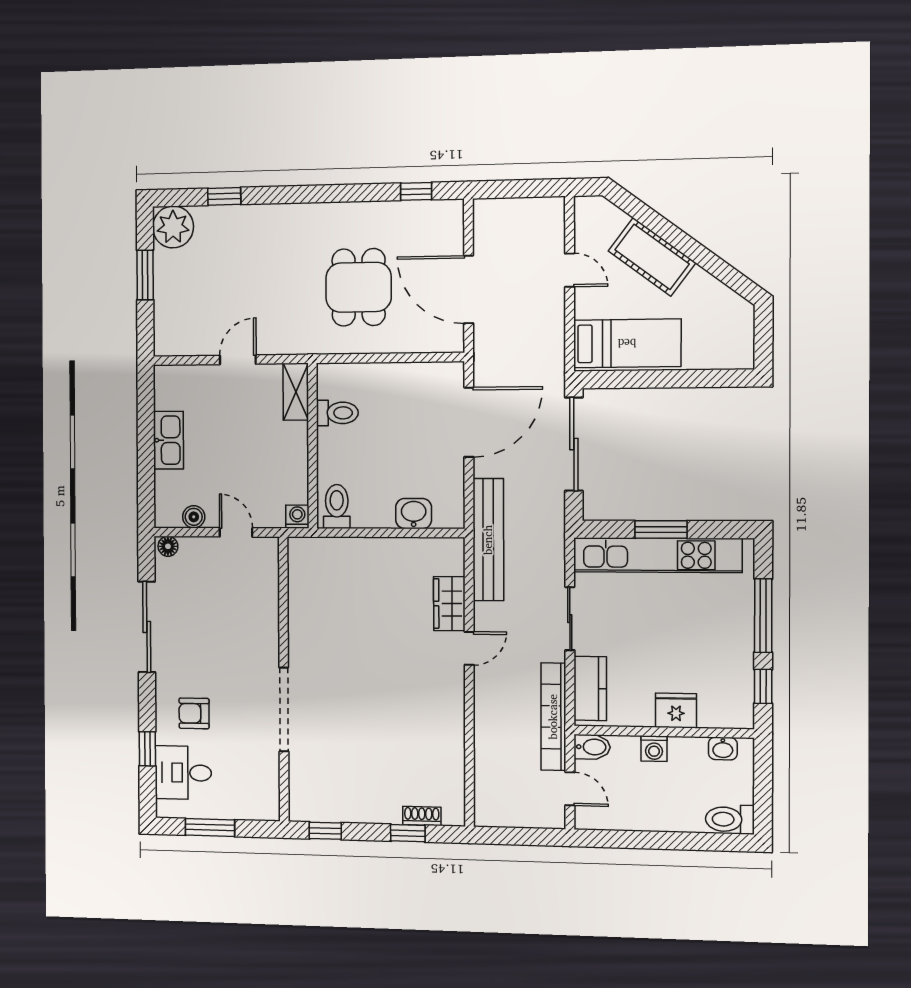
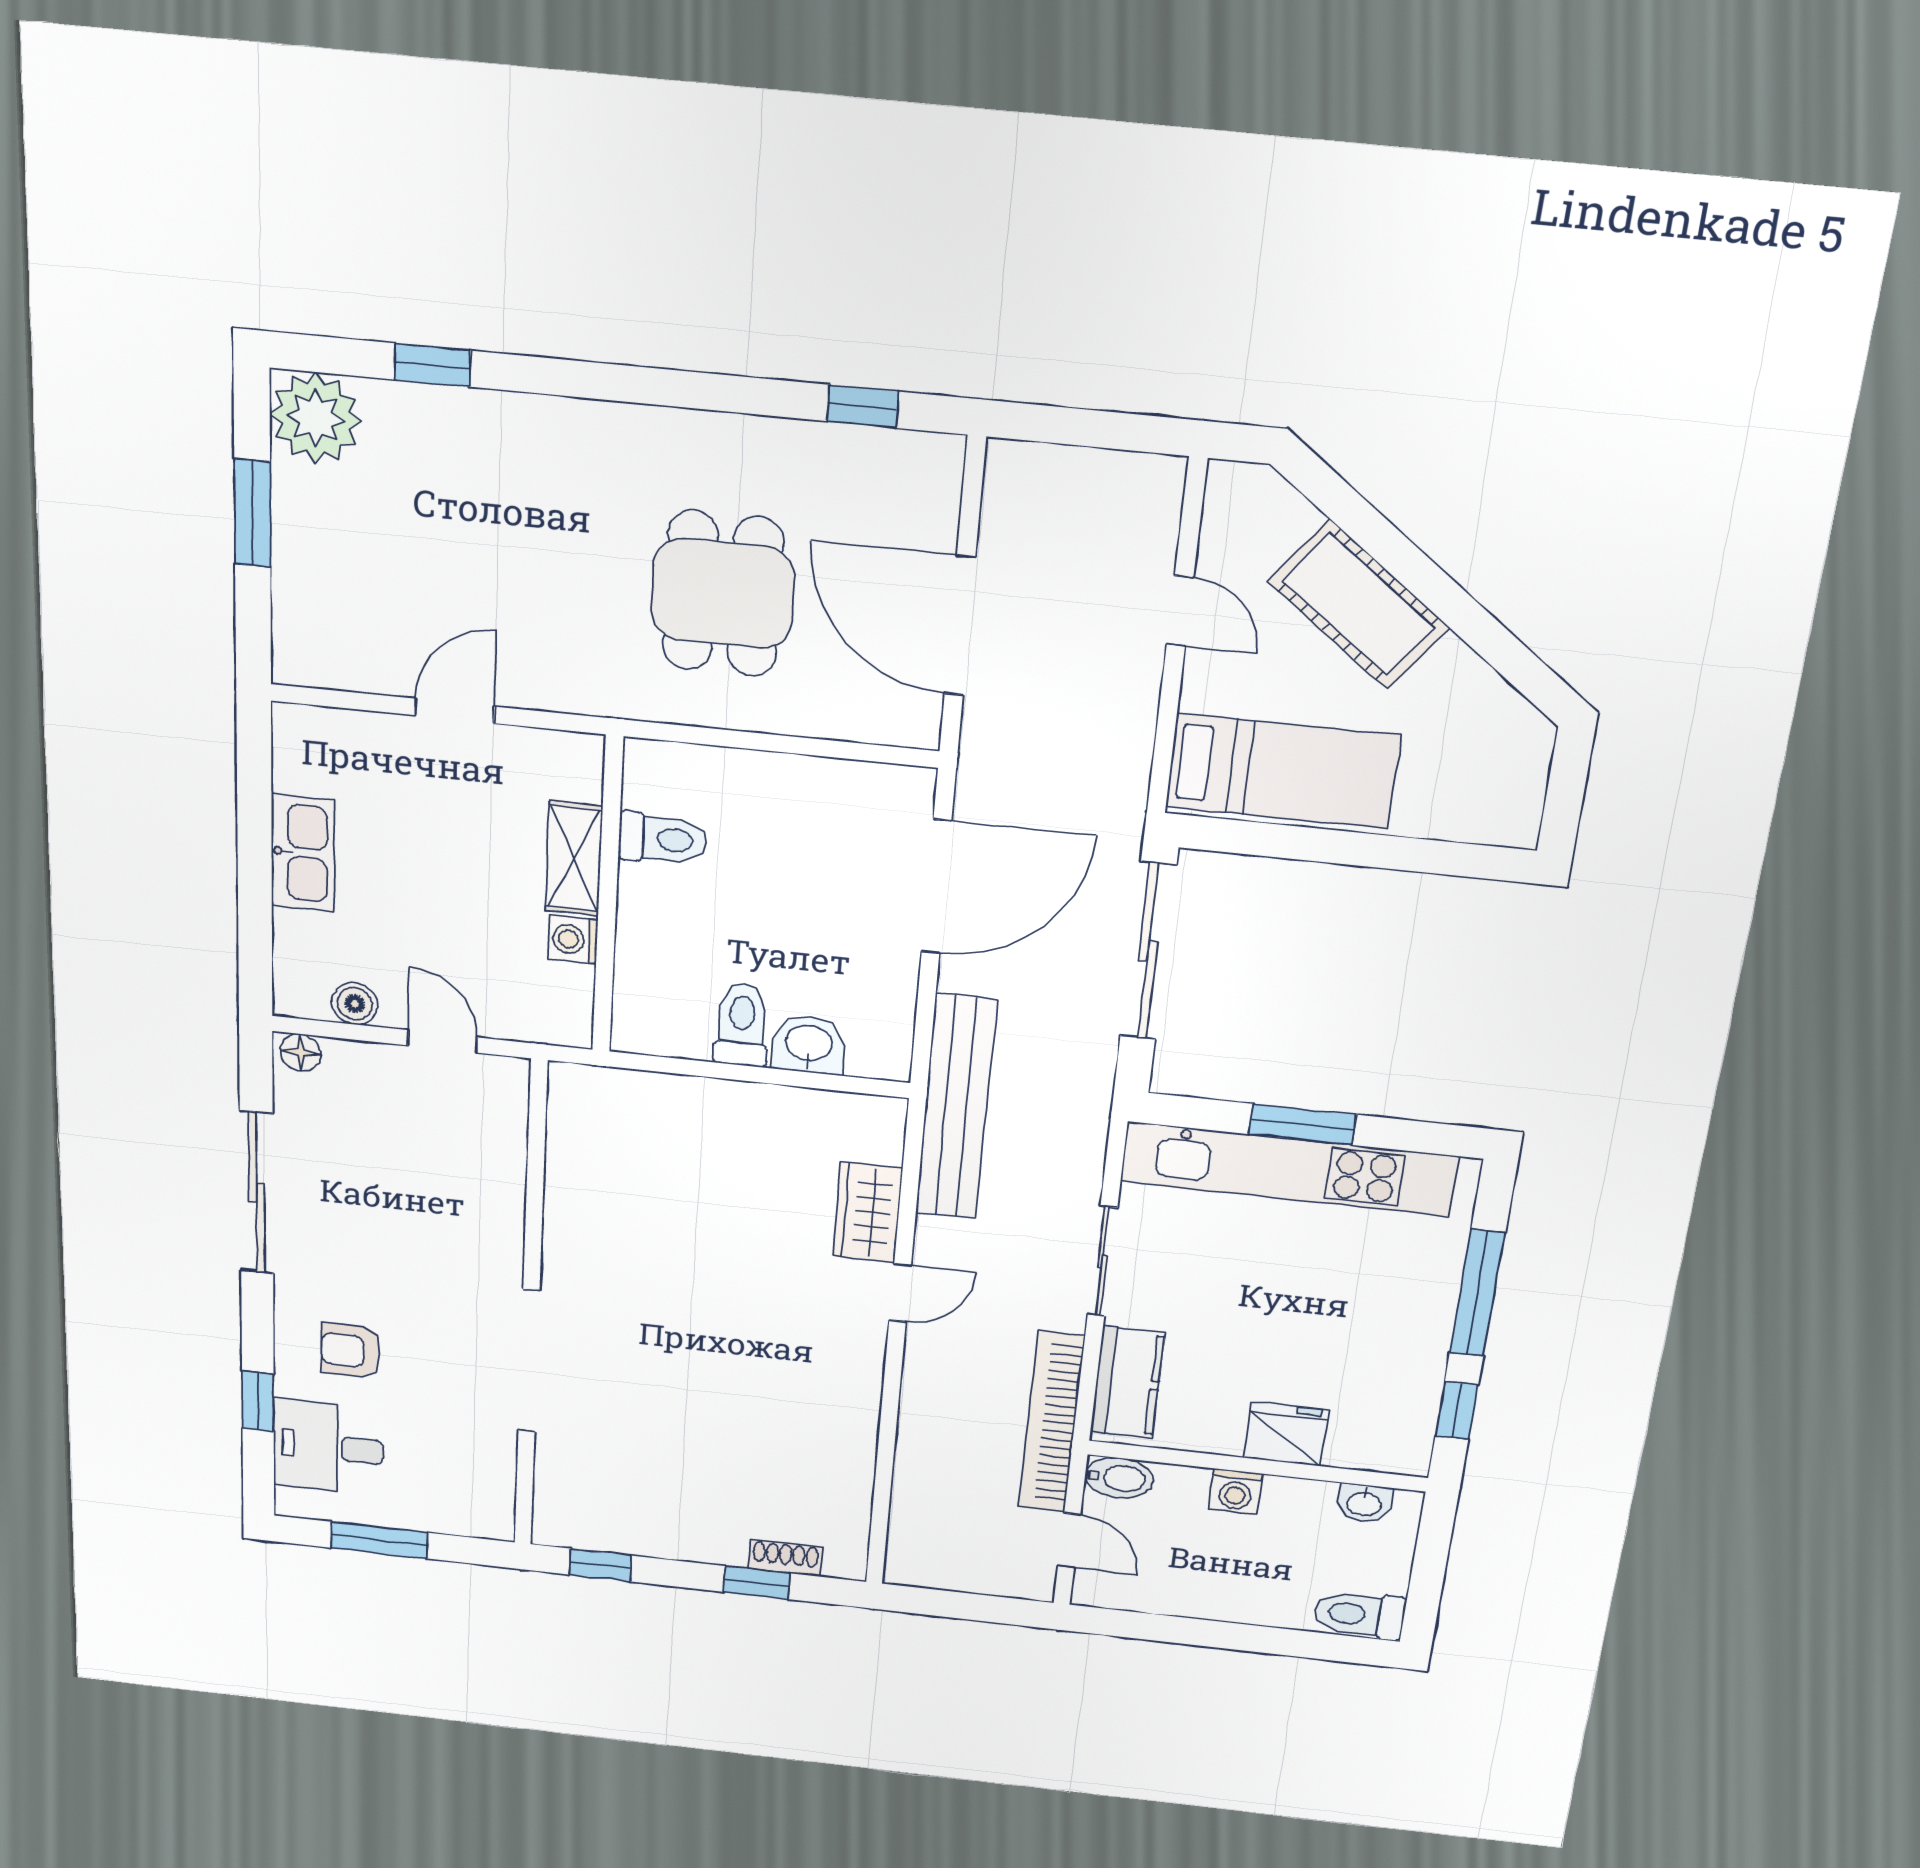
shelving: (296, 392) -> (574, 859), moved
toilet: (337, 506) -> (742, 1025), moved
washing machine: (297, 517) -> (573, 940), moved, turned -90

